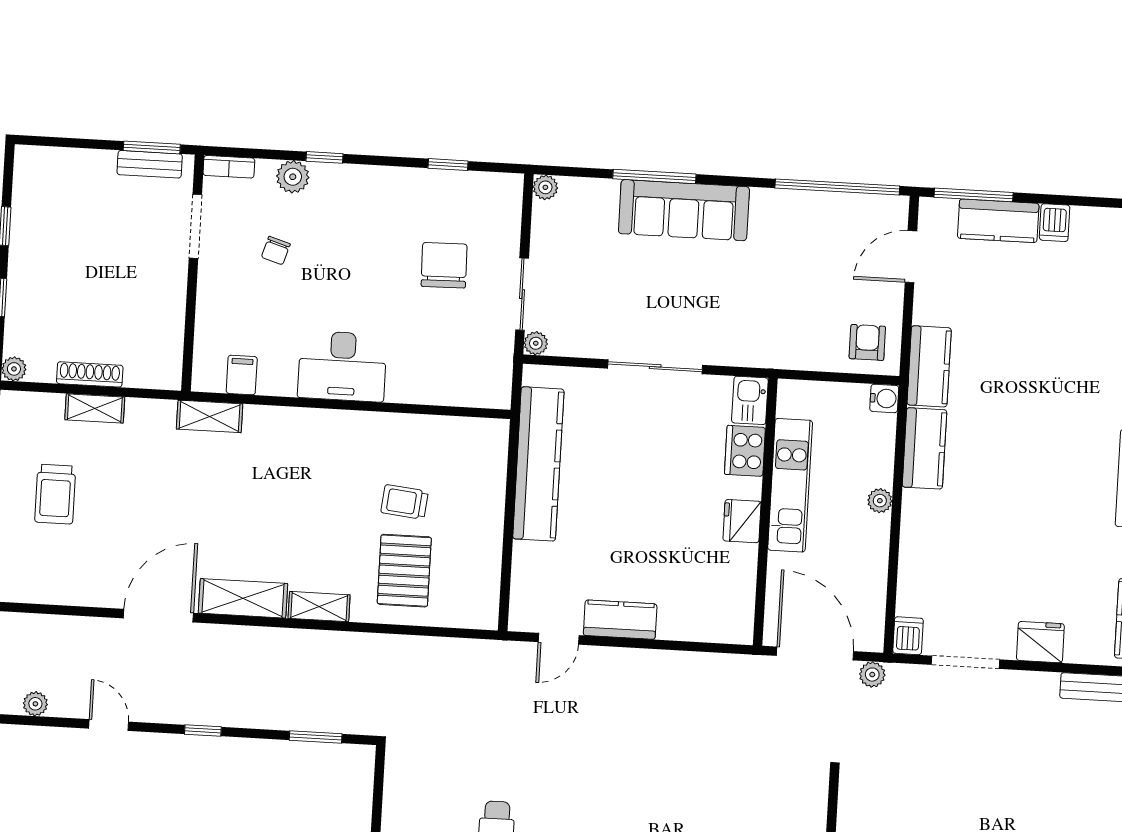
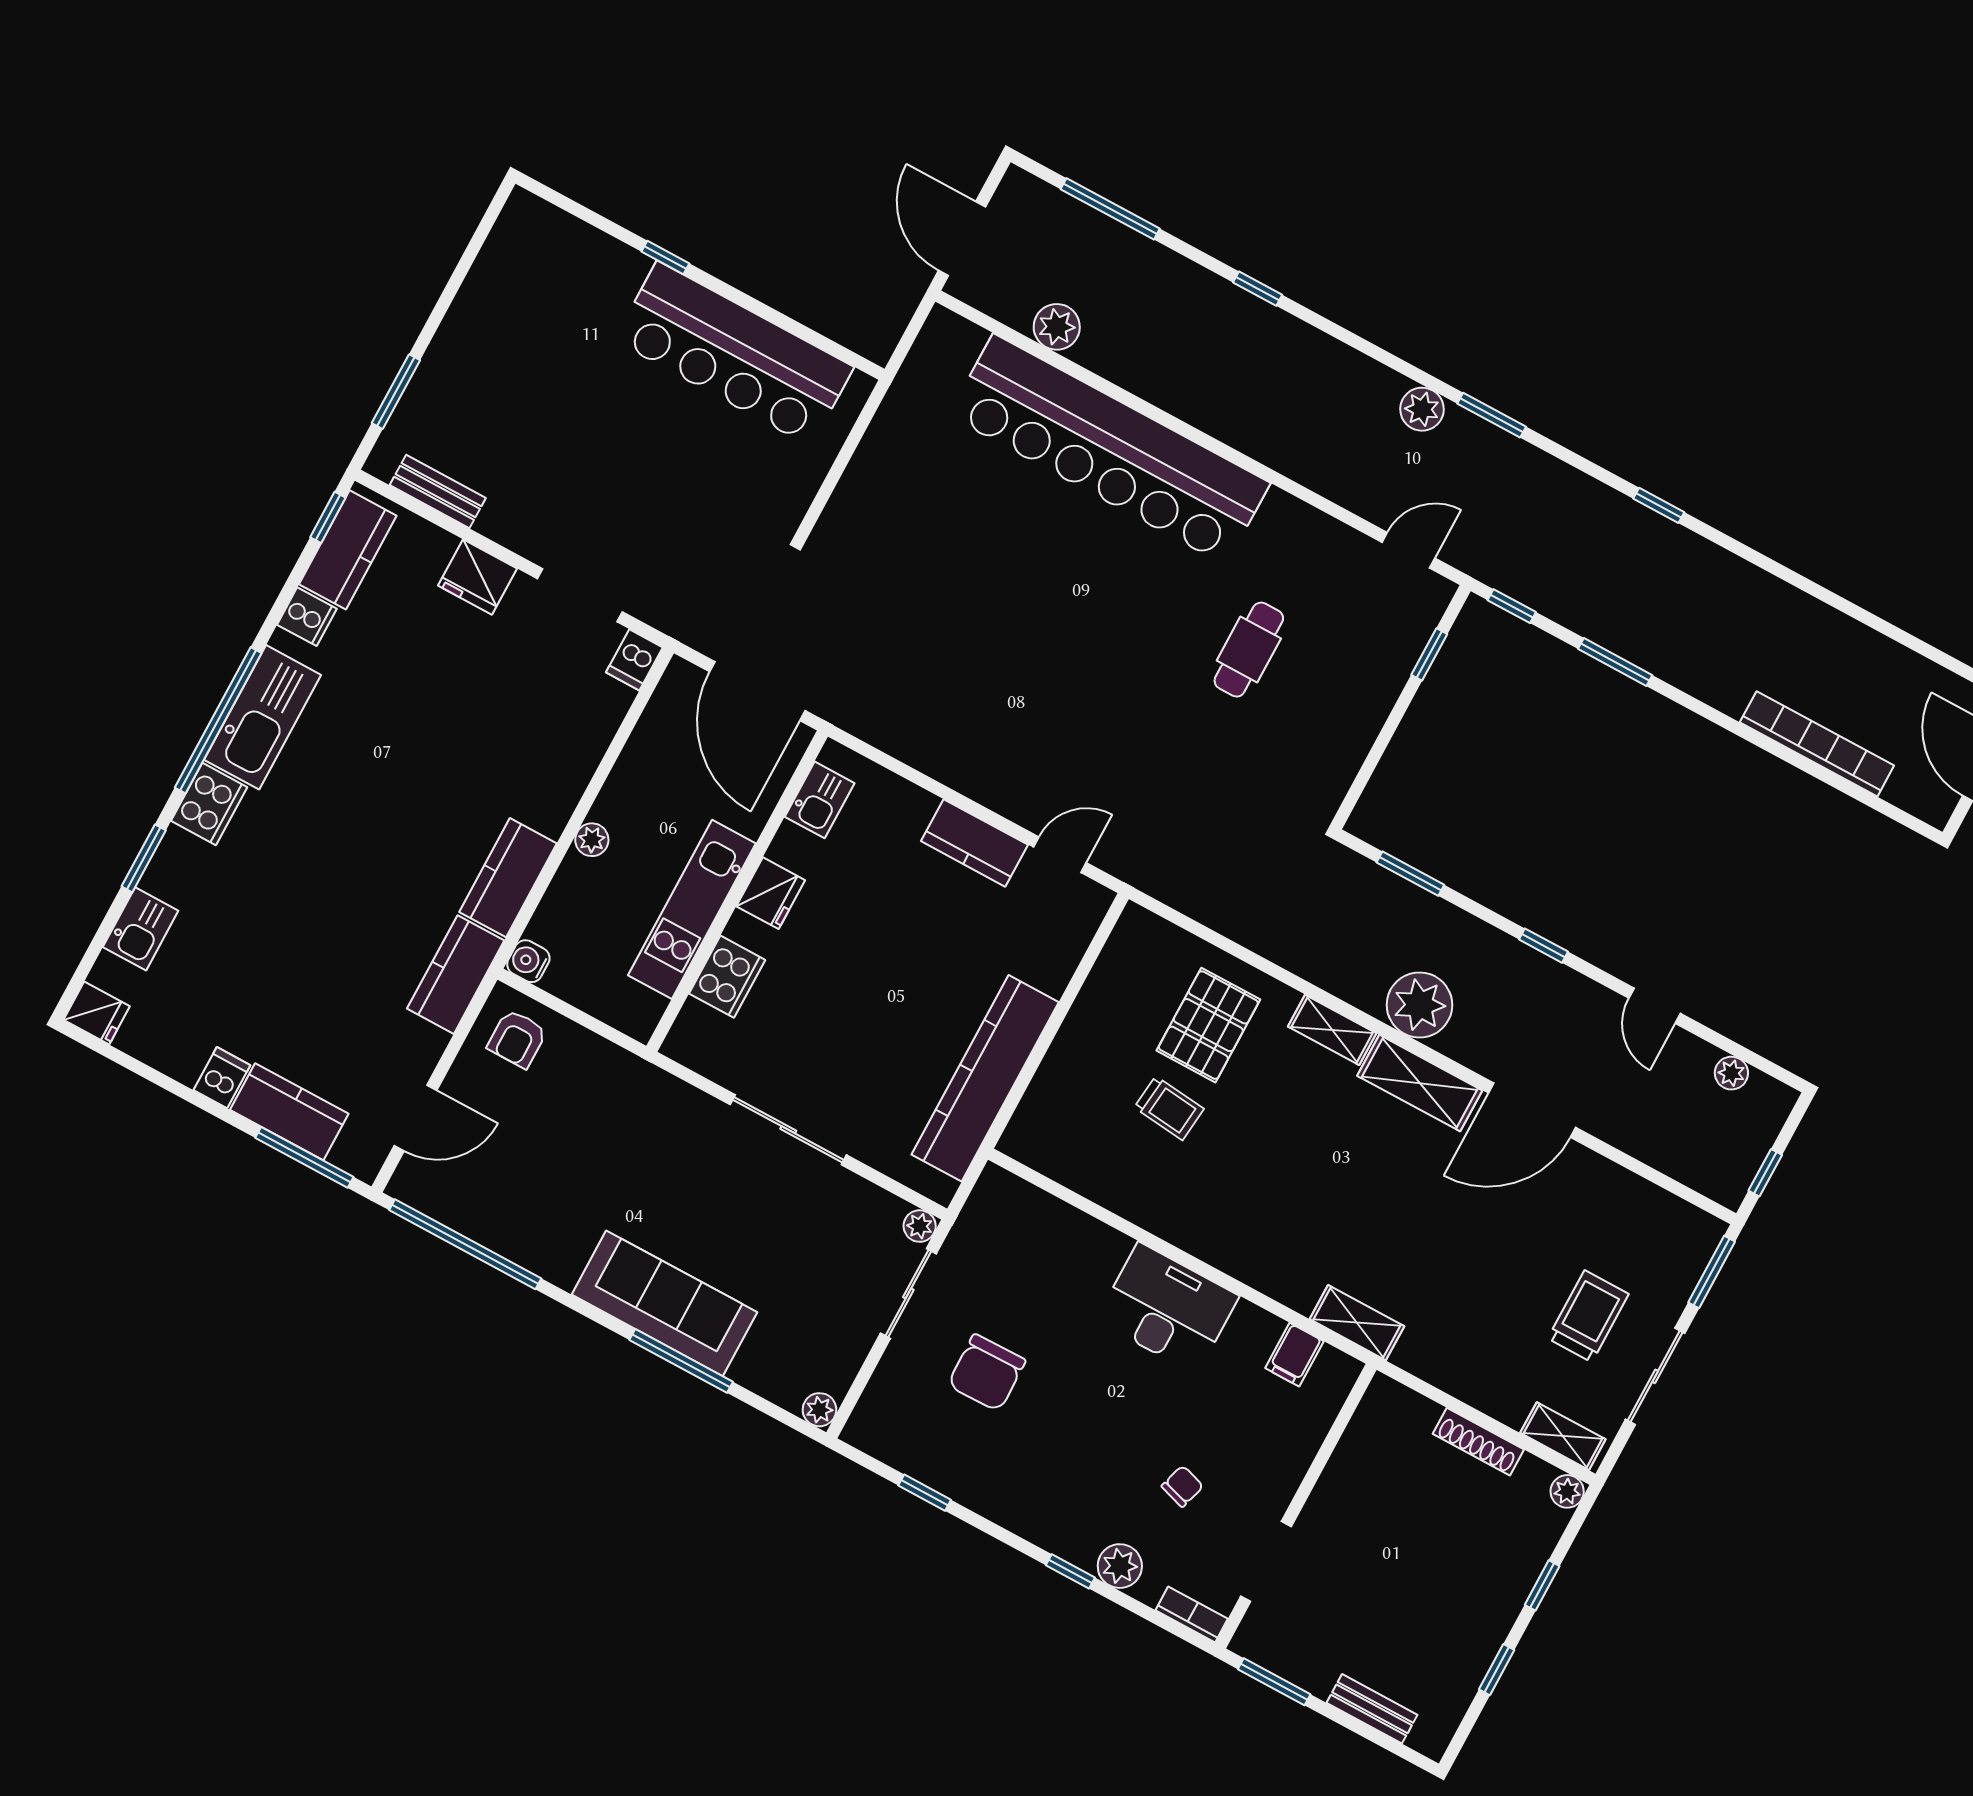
bench: (150, 164) -> (1372, 1709), moved
kitchen sink: (750, 400) -> (820, 800), moved
shelving: (95, 408) -> (1563, 1436), moved
plant: (872, 675) -> (1419, 1005), moved, width x1.87, depth x1.87

